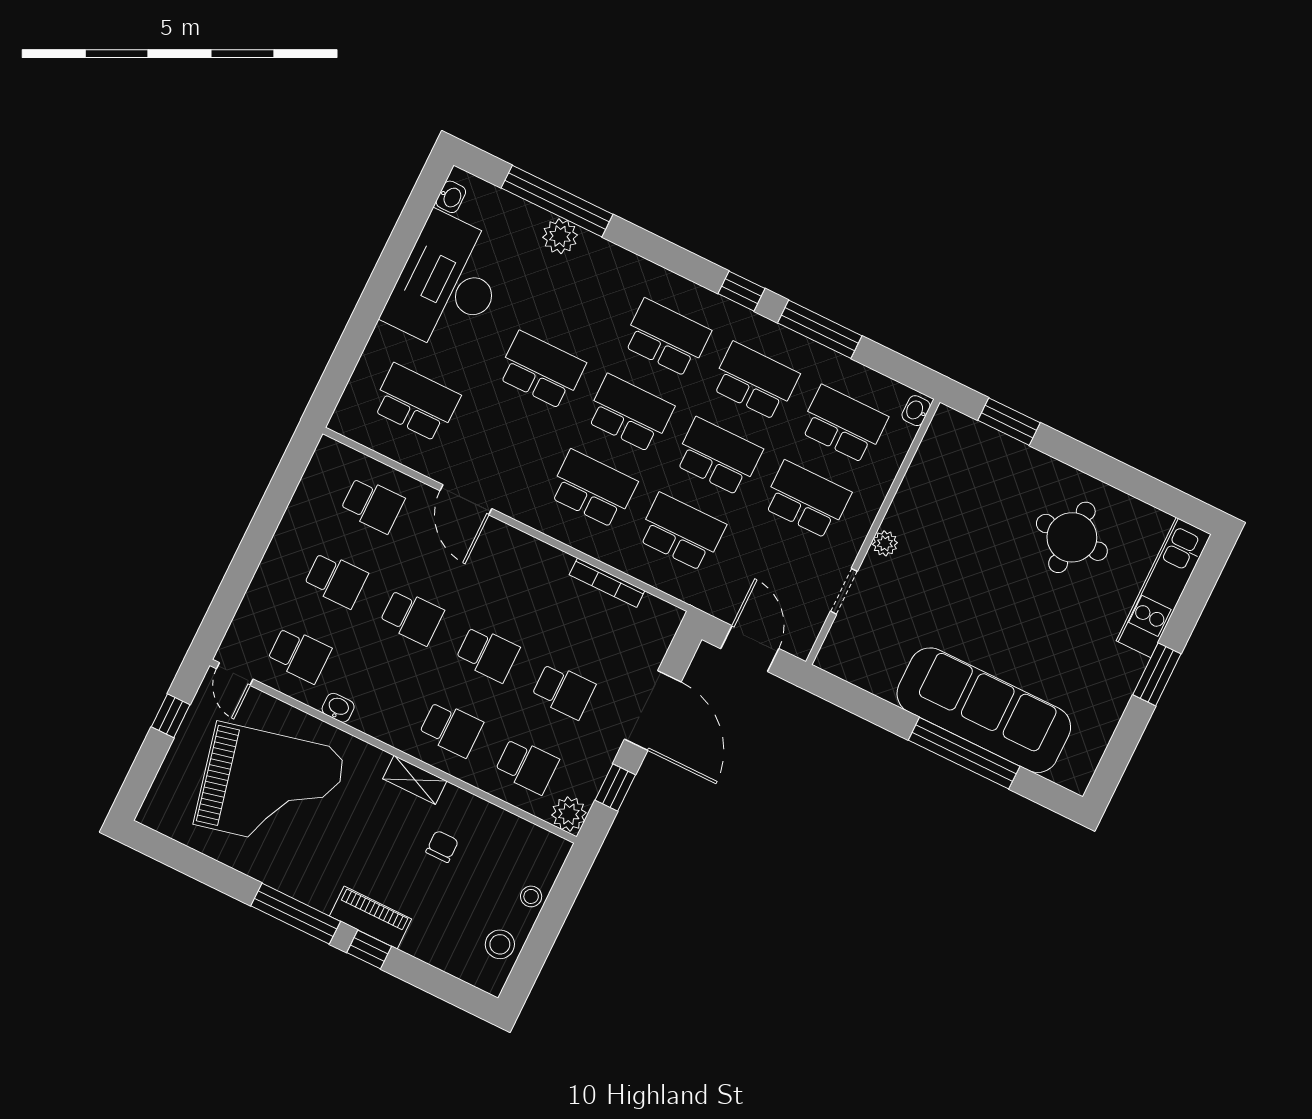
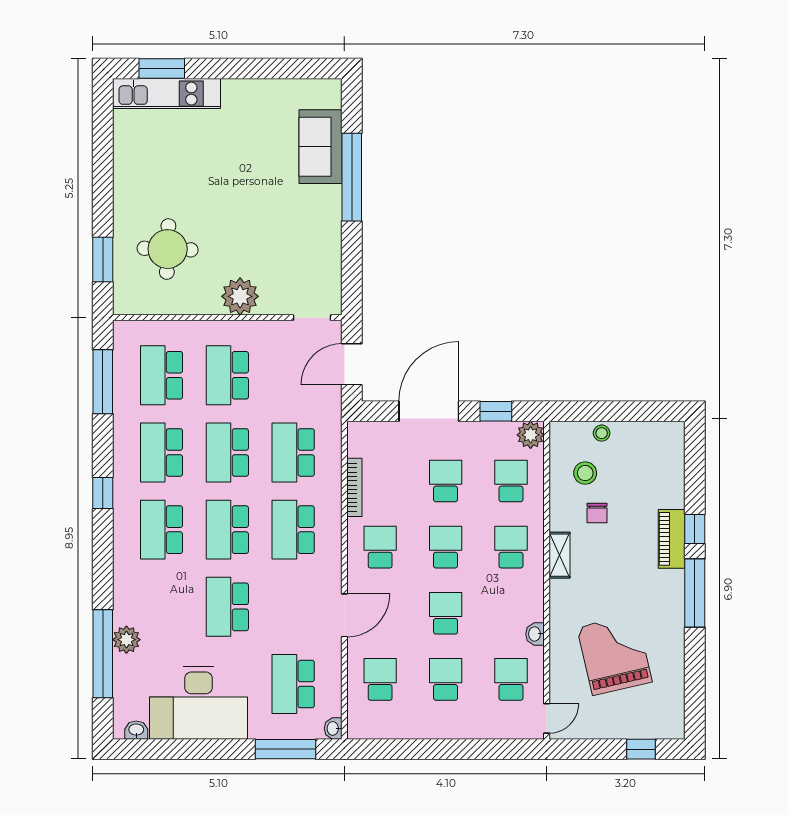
window: (820, 329) -> (103, 382), moved
window: (346, 357) -> (285, 749), added
washbasin: (916, 411) -> (333, 728), moved, turned 90
round table: (1072, 537) -> (168, 249), moved
plant: (885, 543) -> (240, 296), width x1.88, depth x1.88
school desk: (524, 579) -> (380, 547), added
doorway: (844, 591) -> (312, 318), moved
window: (1157, 674) -> (162, 68), moved
sofa: (984, 710) -> (321, 147), width x0.54, depth x0.79
window: (171, 716) -> (641, 749), moved
grand piano: (270, 787) -> (615, 655), width x0.73, depth x0.68
chair: (442, 846) -> (597, 513), turned -90
stool: (500, 944) -> (585, 473), moved

